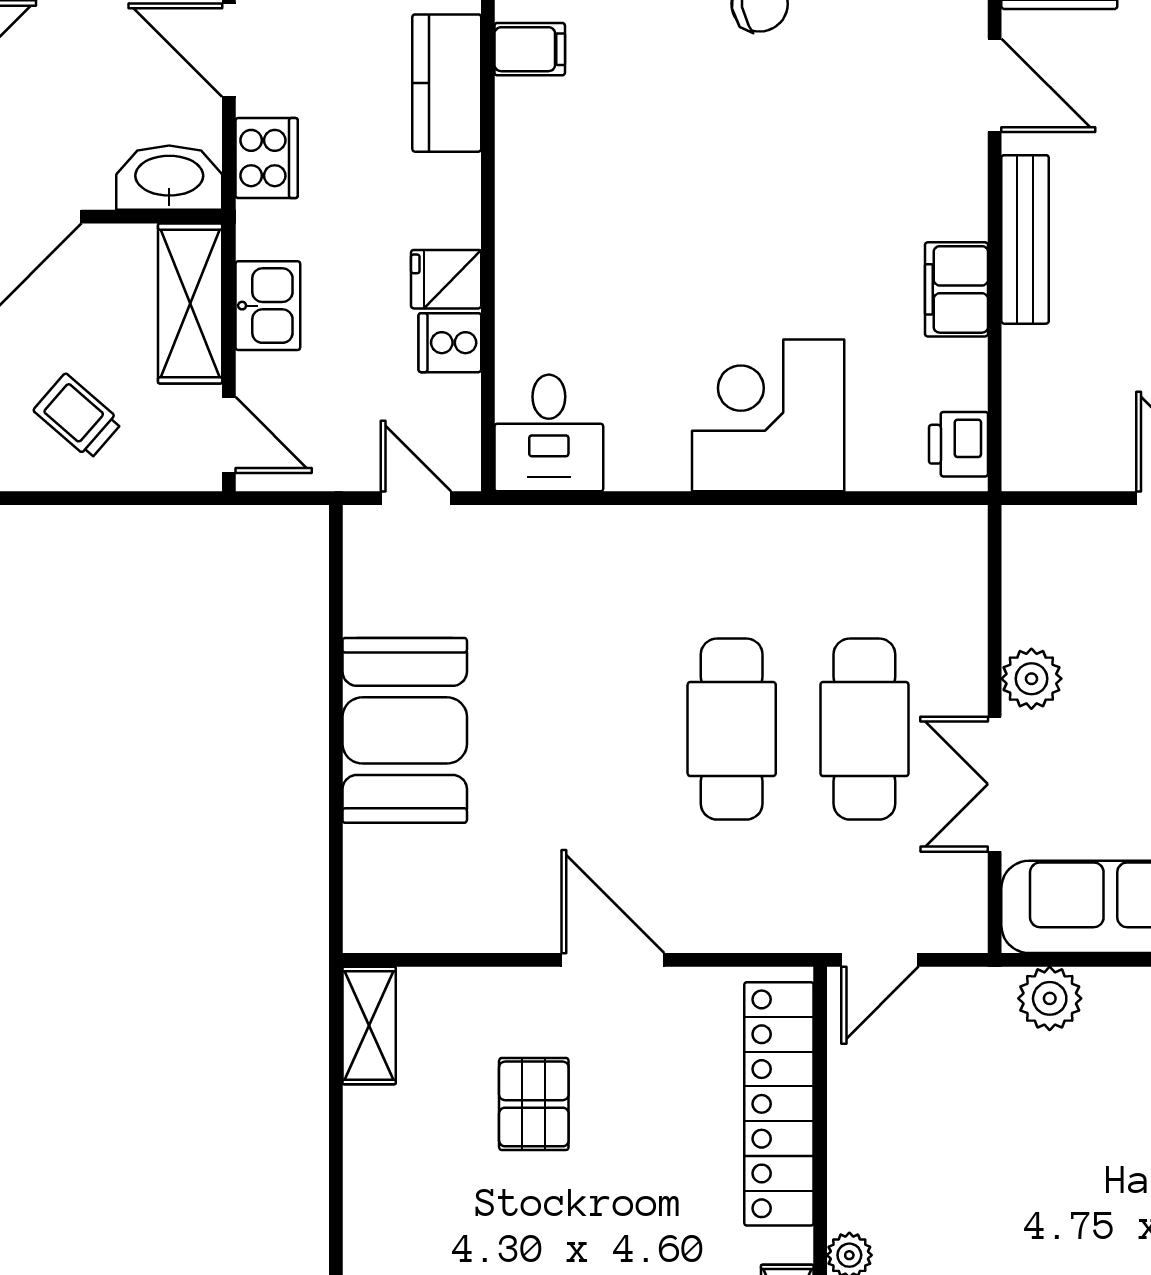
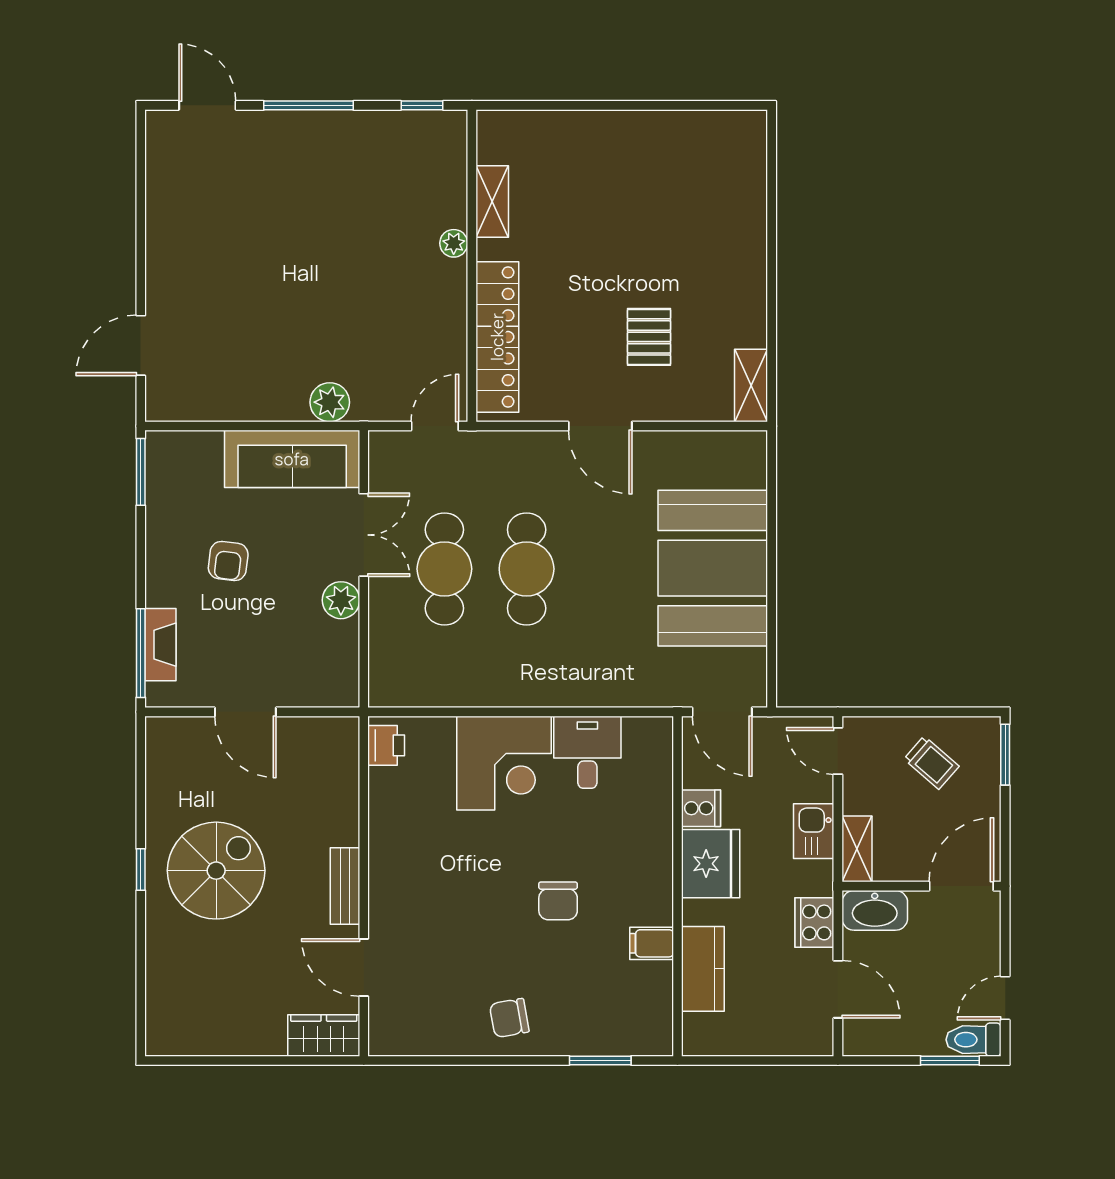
filing cabinet: (530, 49) -> (652, 943), moved
chair: (681, 193) -> (558, 901), added
bench: (1025, 239) -> (345, 886), width x0.73
fridge: (446, 279) -> (711, 864), width x1.88, depth x1.34
filing cabinet: (956, 289) -> (387, 841), removed
shelving: (190, 304) -> (857, 849), width x0.67, depth x0.75
desk: (549, 433) -> (587, 752), moved
door: (416, 498) -> (722, 712), width x1.38
booth: (405, 730) -> (713, 568), width x1.36, depth x1.42

